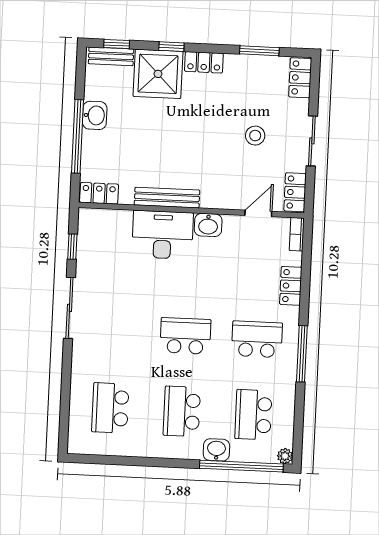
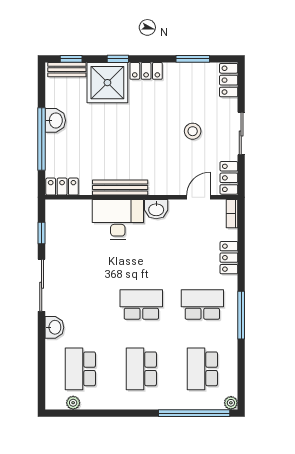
plant: (100, 447) -> (73, 403), added
washbasin: (216, 450) -> (54, 327), moved, turned 90

